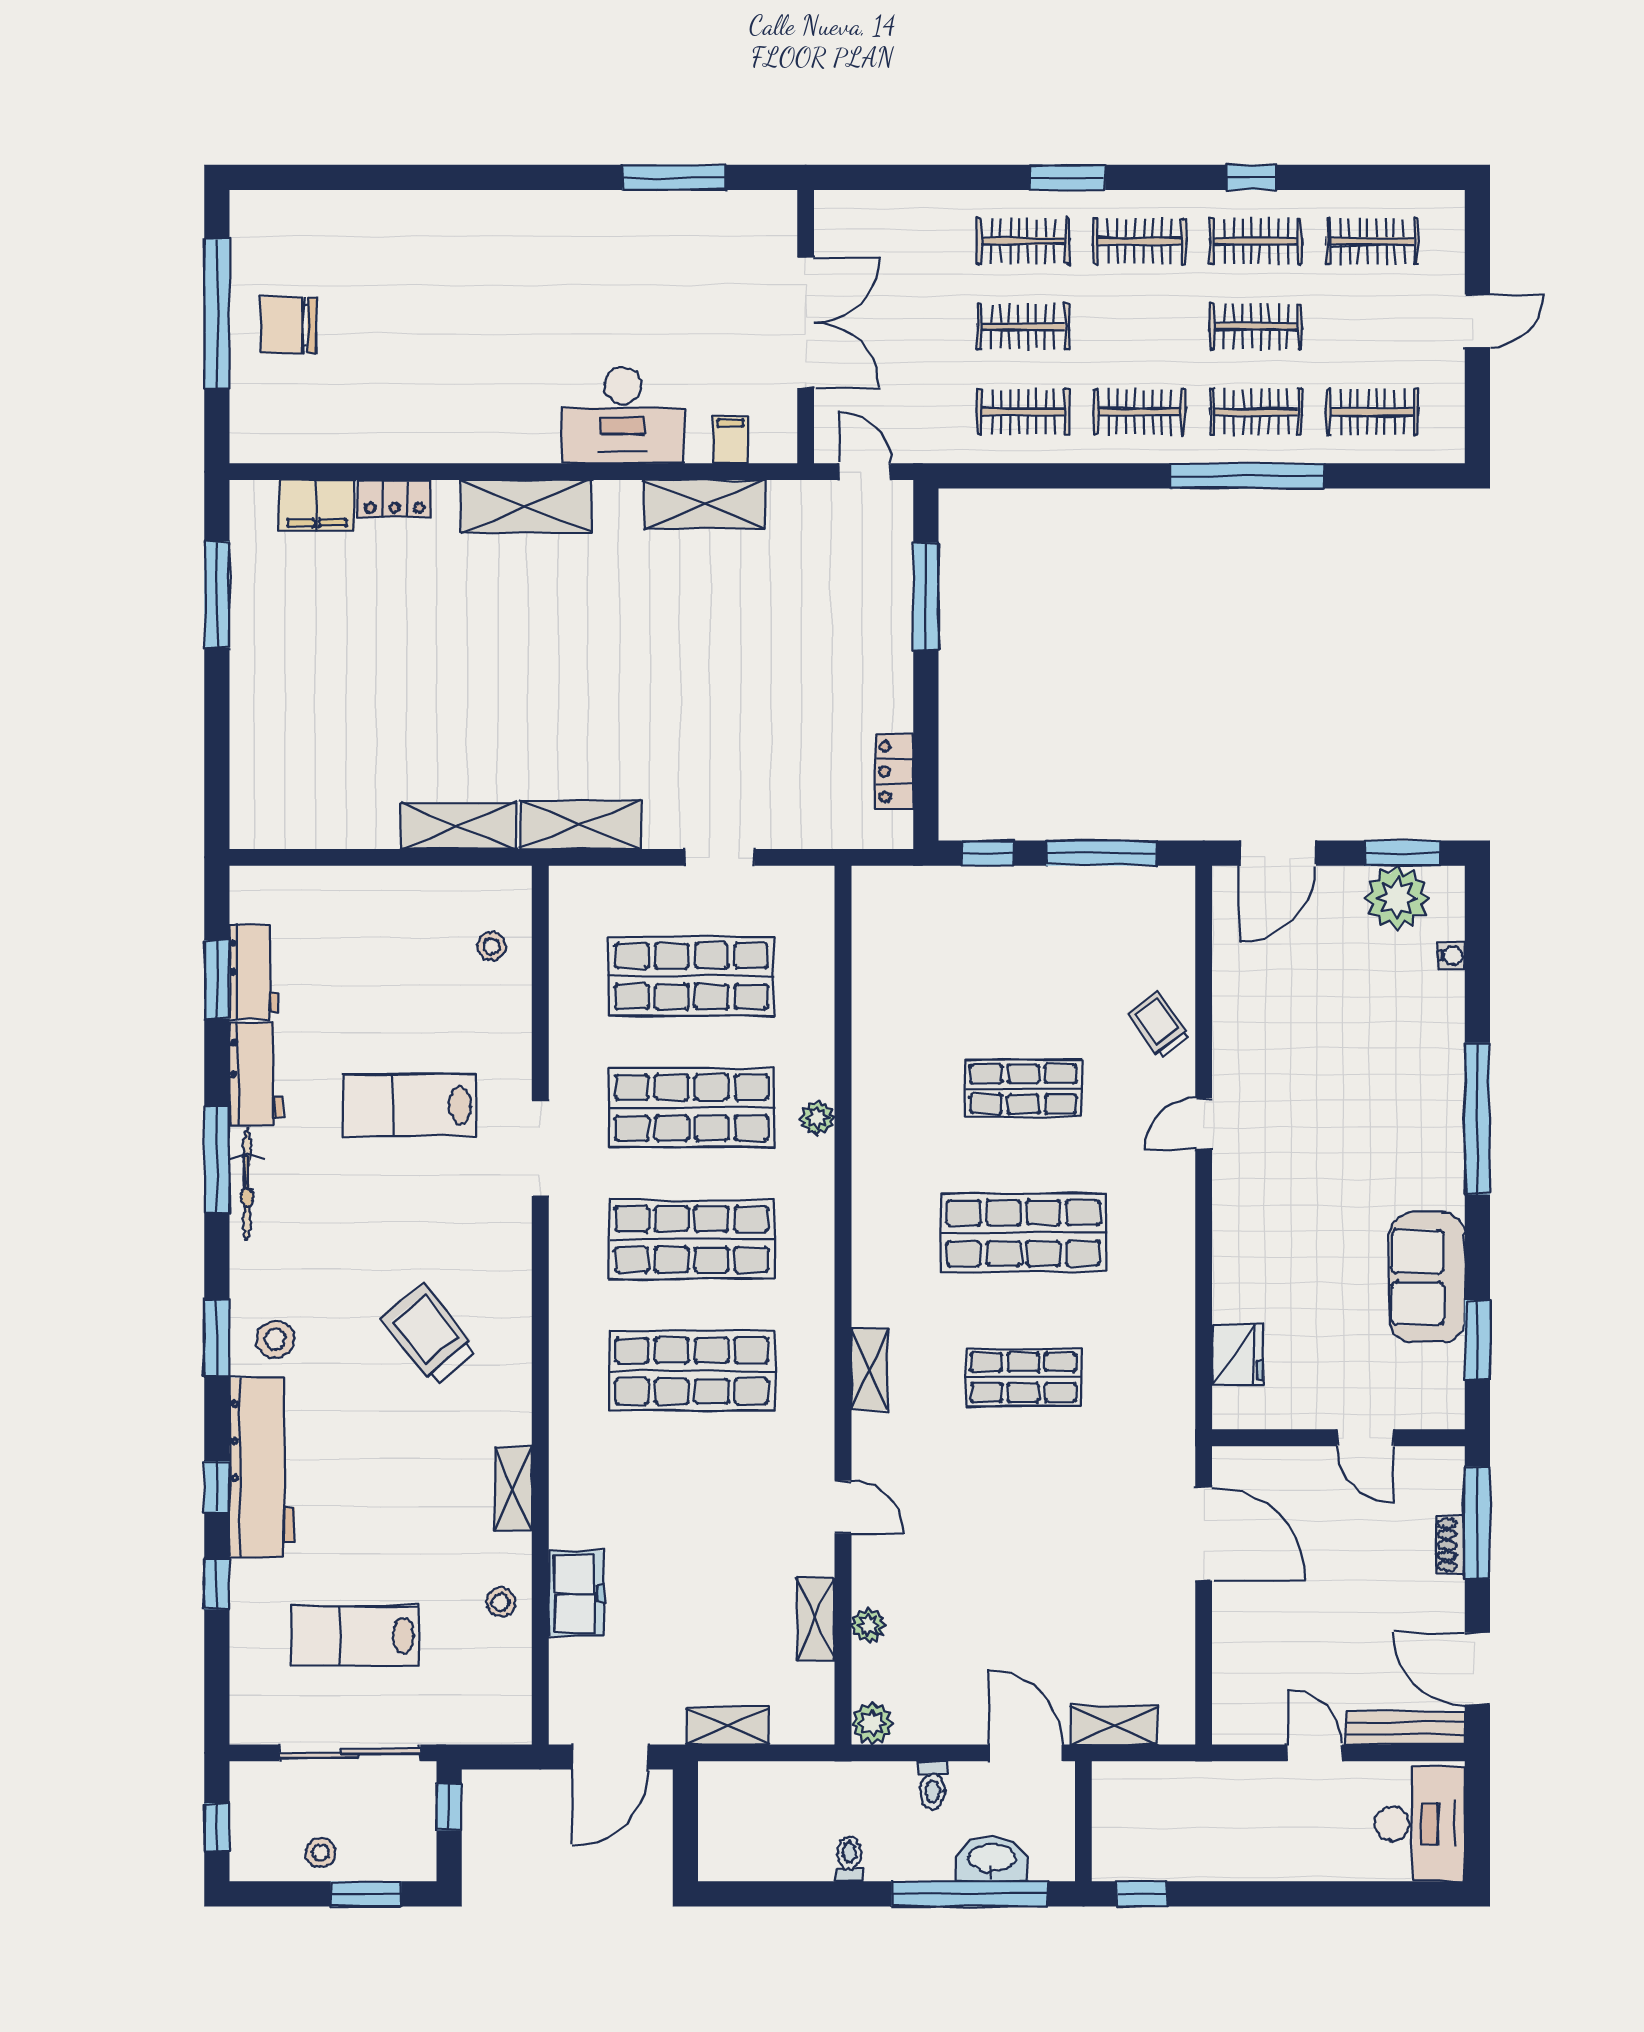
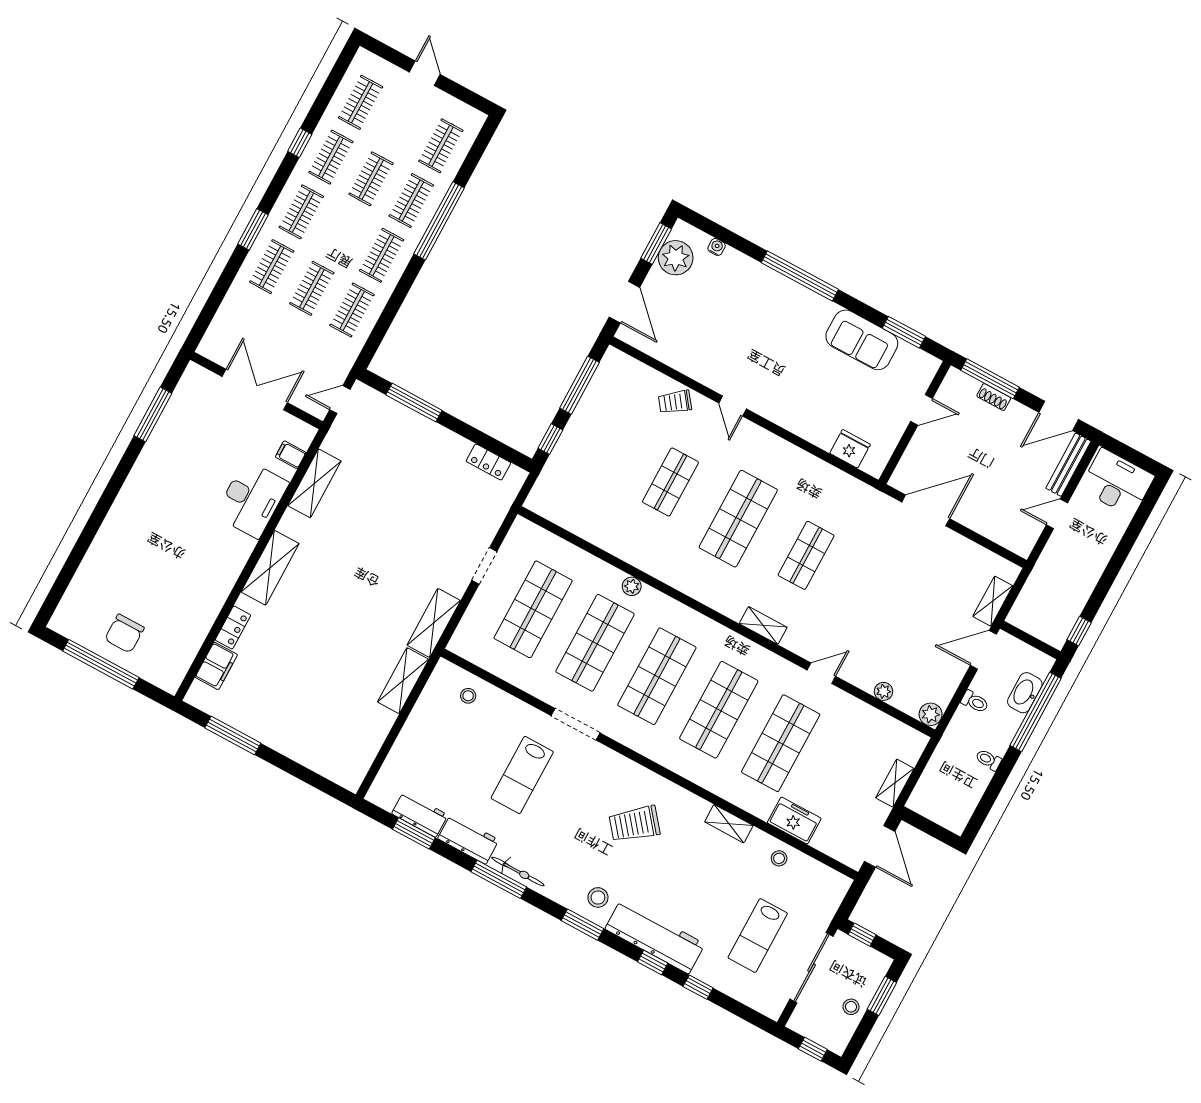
shop shelf: (692, 1502) -> (781, 743), added
shelving: (816, 1619) -> (867, 714), removed

